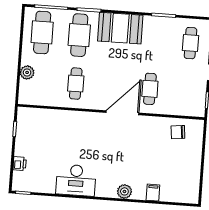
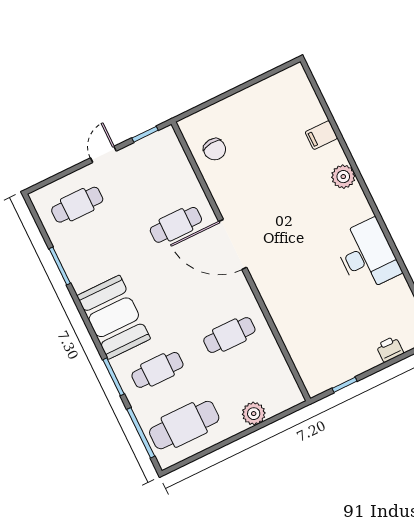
cafe table: (79, 35) -> (157, 370), width x0.73, depth x0.74

